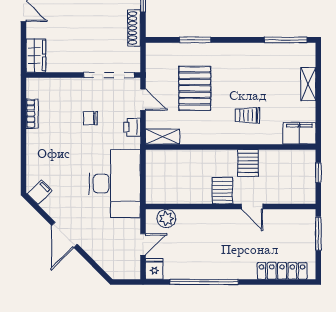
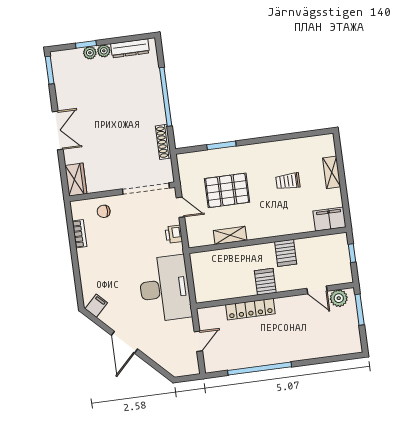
window: (286, 40) -> (305, 134), removed
pallet: (195, 88) -> (227, 190), turned 90
trolley: (248, 116) -> (288, 181), moved
chair: (90, 118) -> (104, 211), moved
shelving: (163, 137) -> (230, 235), moved
door: (252, 207) -> (317, 290), moved
plant: (166, 218) -> (339, 298), moved
fridge: (154, 269) -> (212, 363), removed
locker: (282, 271) -> (250, 309), moved, turned 180

